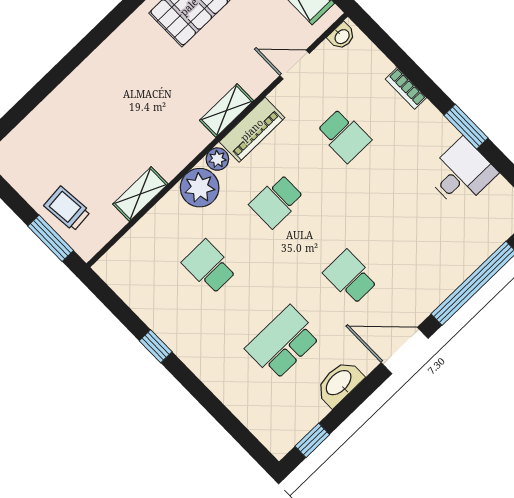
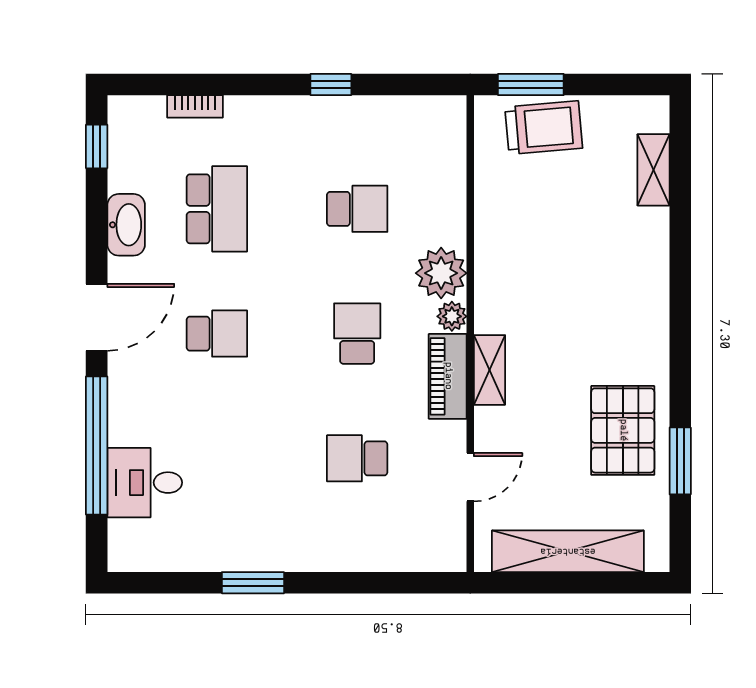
washbasin: (342, 36) -> (454, 548), removed
bookcase: (406, 88) -> (195, 106), moved, turned 180
desk: (461, 173) -> (145, 483), moved, turned 90
shelving: (140, 194) -> (653, 170), moved
trolley: (67, 209) -> (544, 128), width x1.36, depth x1.39

